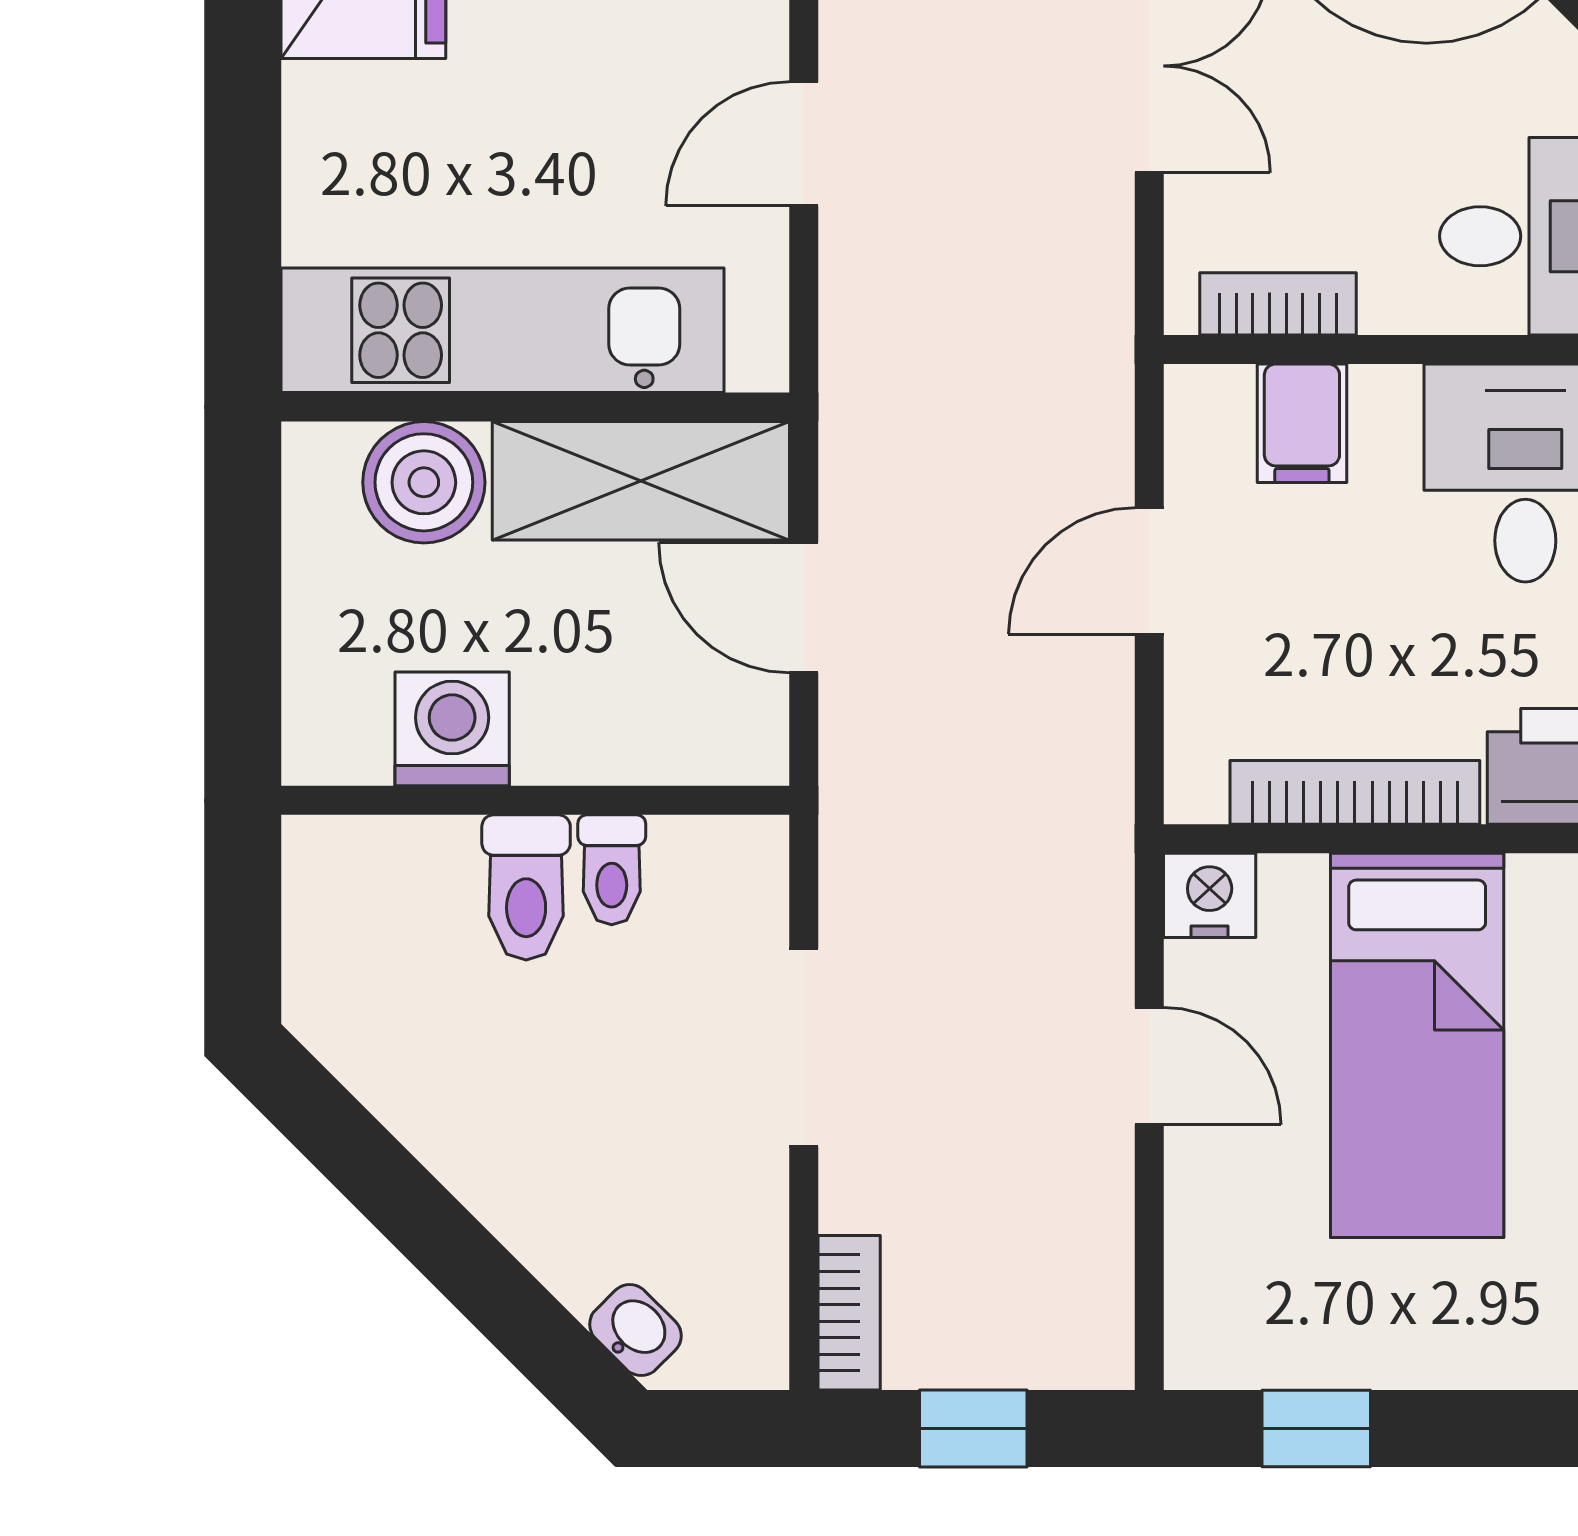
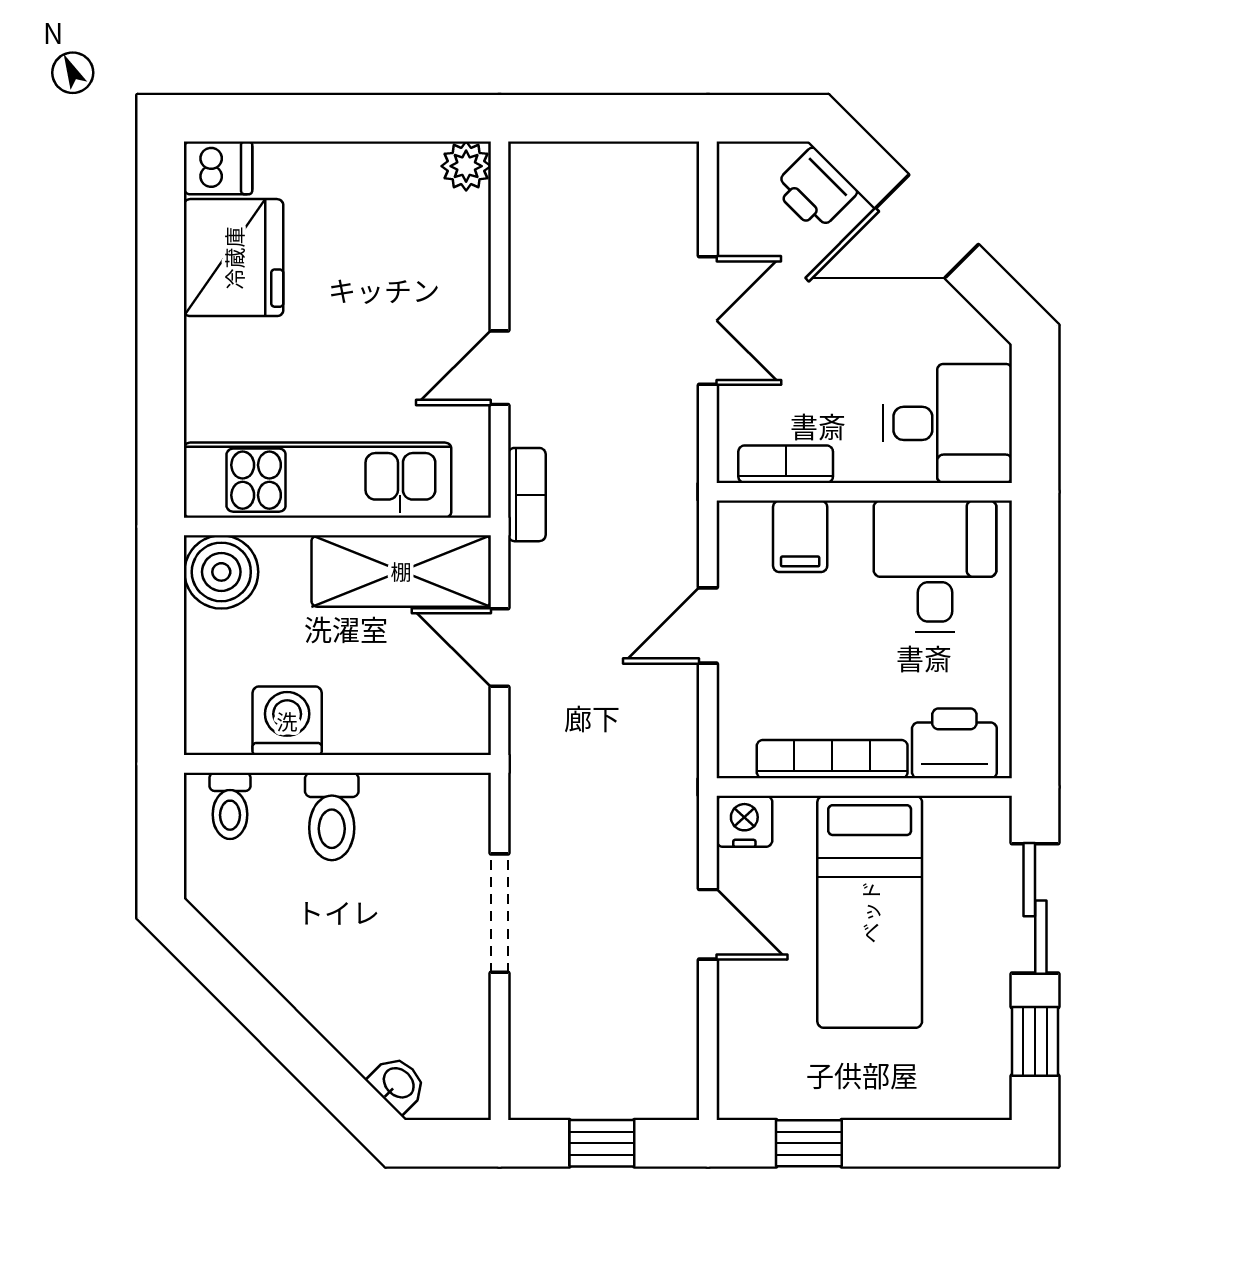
boiler: (424, 482) -> (221, 572), moved
toilet: (612, 870) -> (230, 806), moved
bookcase: (849, 1313) -> (527, 495), moved

